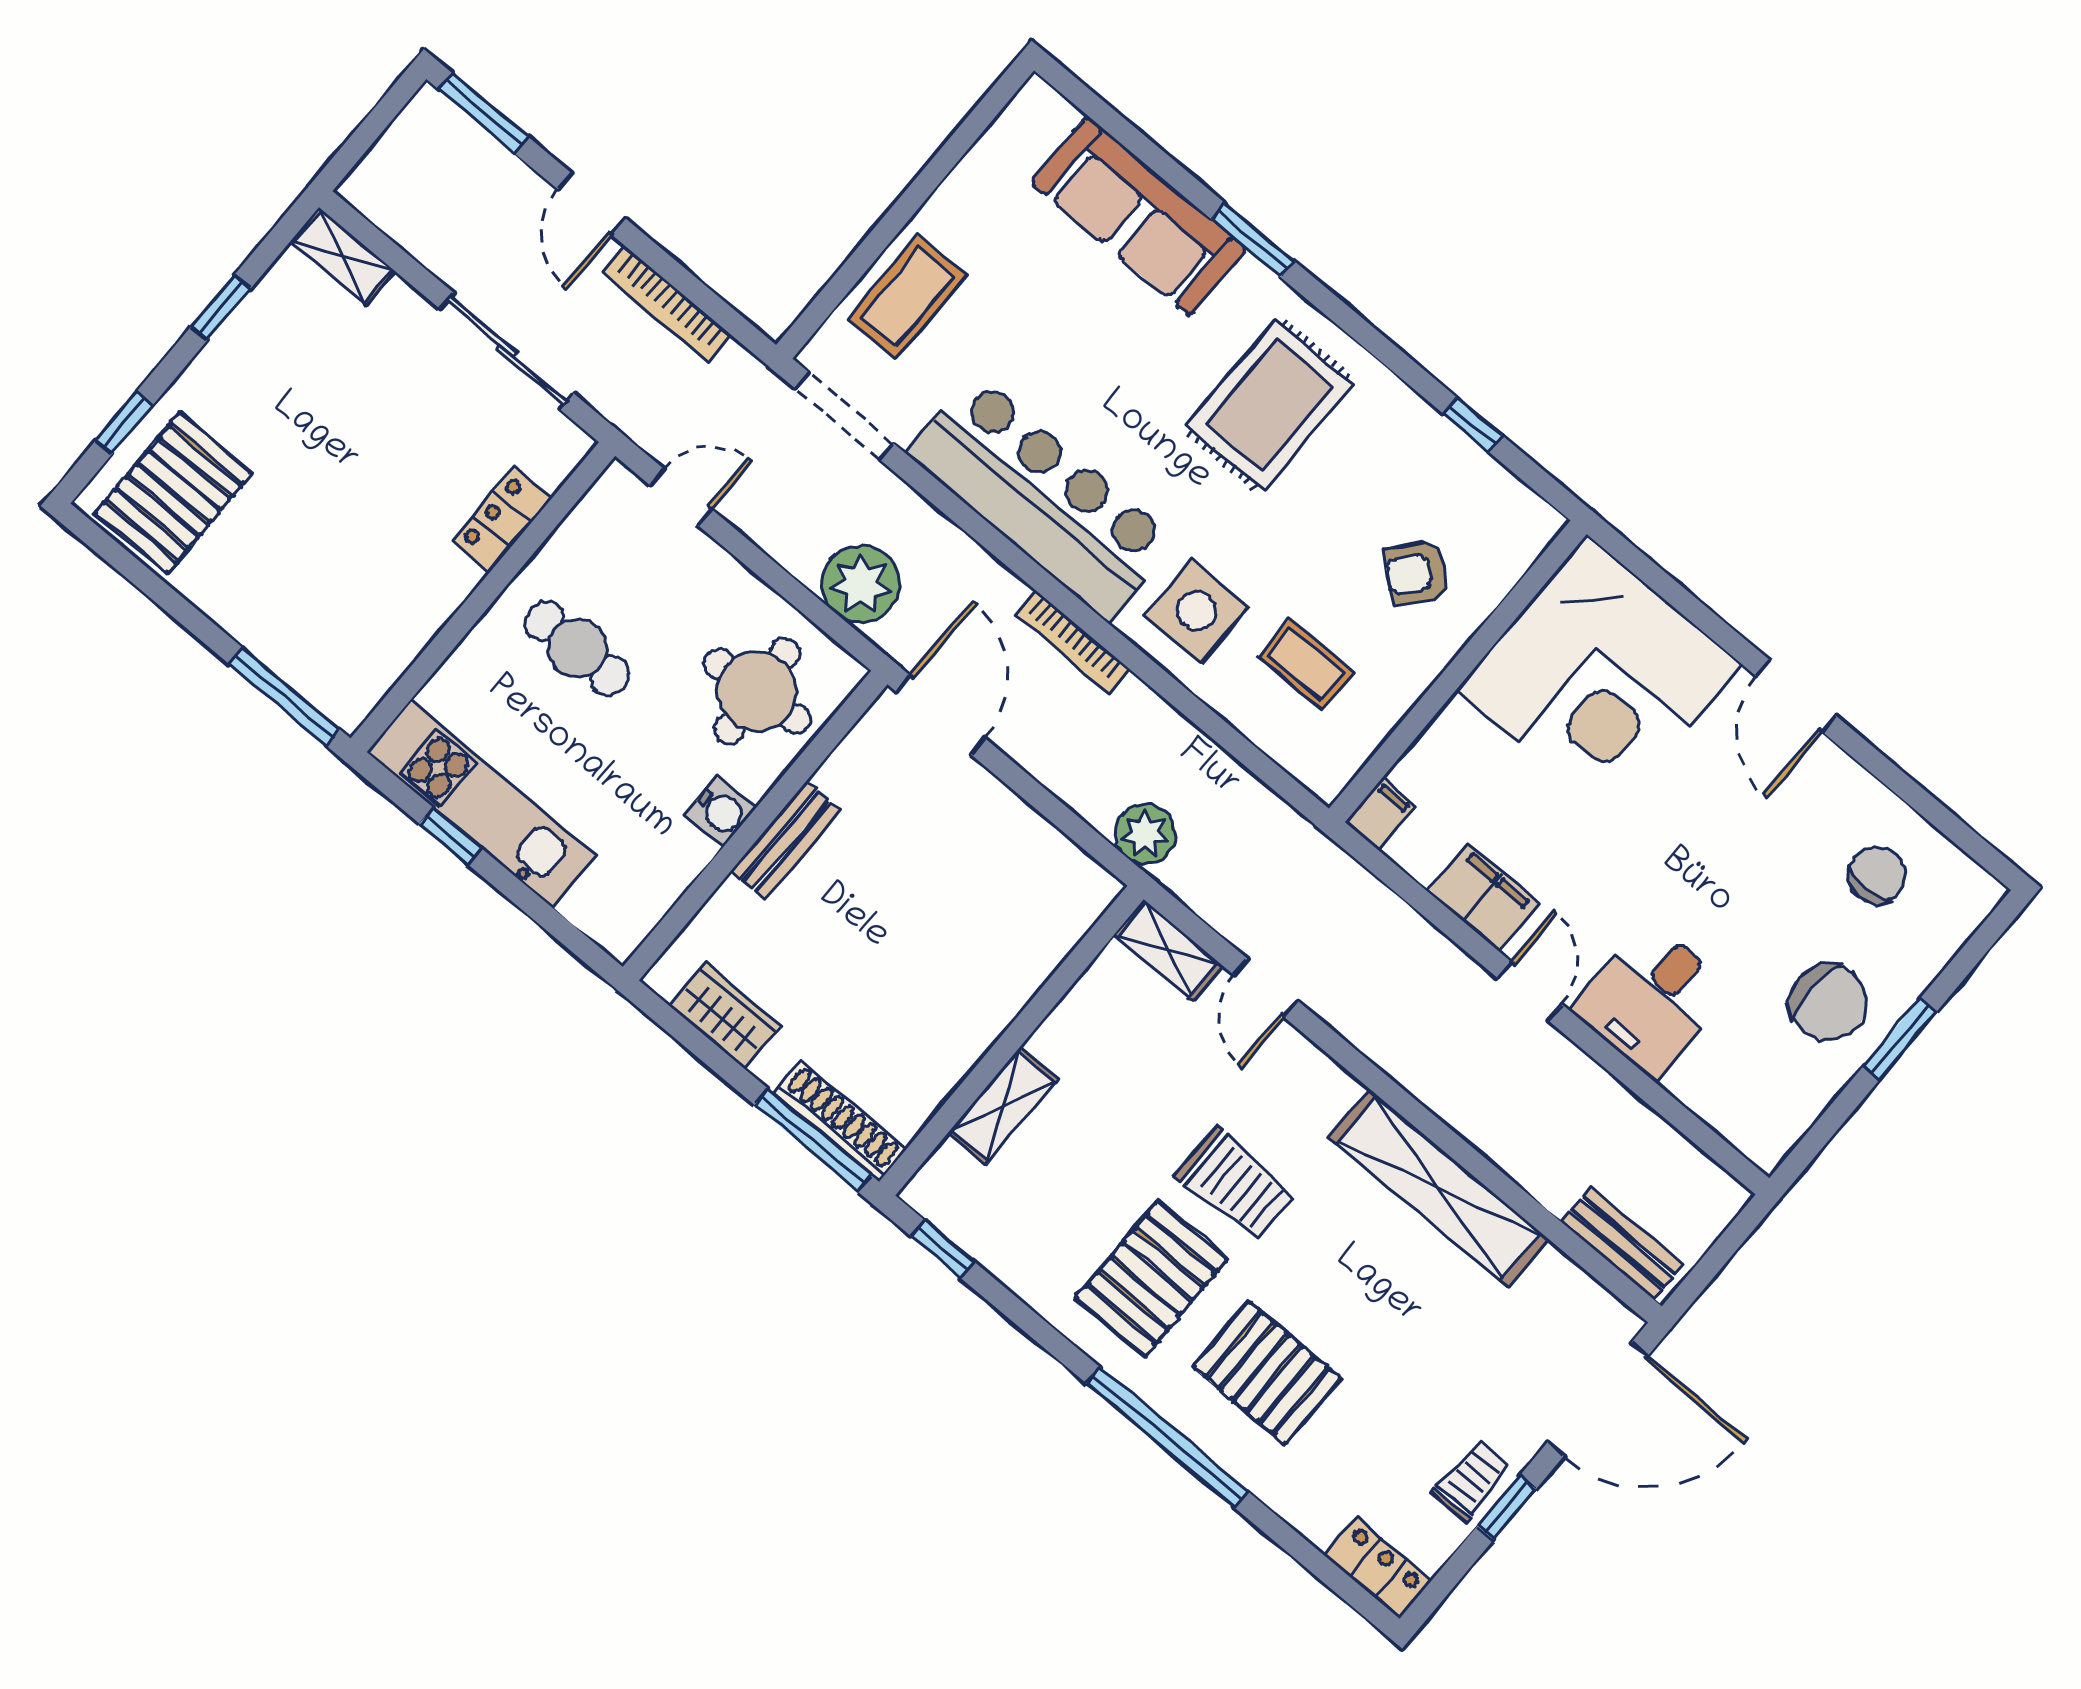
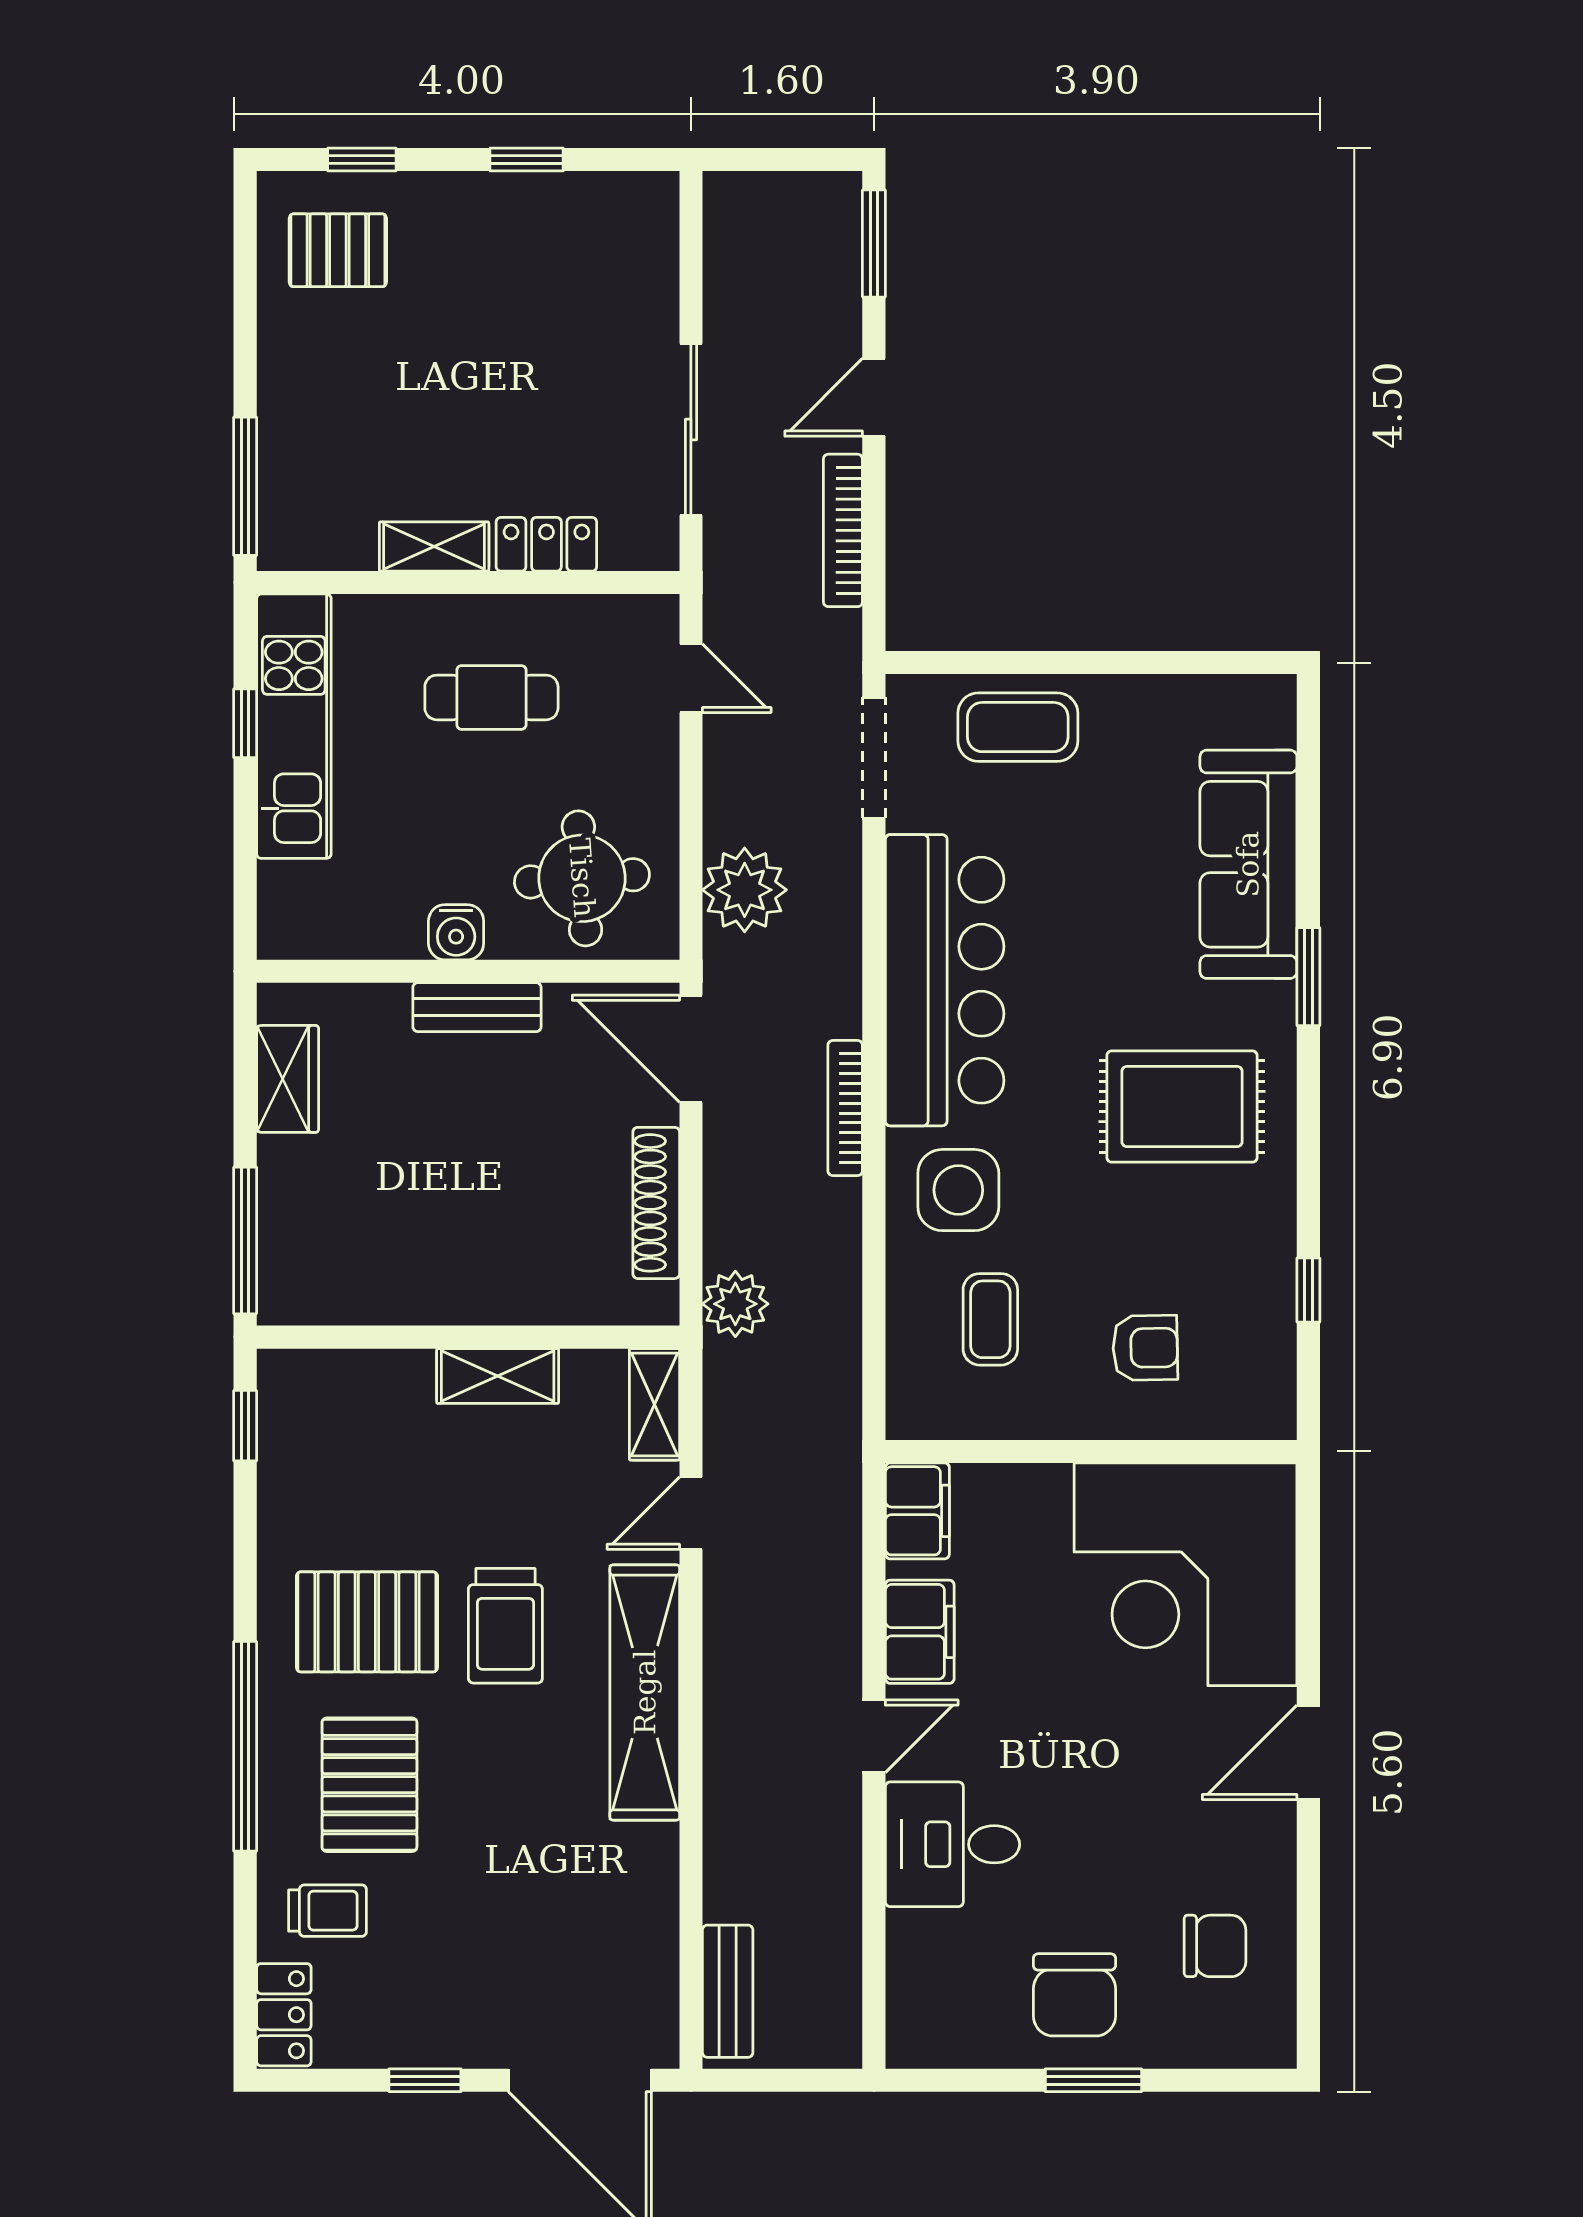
shelving: (343, 256) -> (434, 546), moved, turned 90
pallet: (174, 493) -> (338, 250), width x0.67, depth x0.71
armchair: (1417, 573) -> (1145, 1348), turned 139
cafe table: (577, 648) -> (491, 697), turned 90
door: (941, 715) -> (691, 1049), swing flipped
filing cabinet: (1380, 814) -> (917, 1511), width x2.00
shelving: (1003, 1106) -> (498, 1376), moved
shoe rack: (840, 1121) -> (656, 1203), moved, turned 180
shelving: (1439, 1188) -> (645, 1692), moved
trolley: (1471, 1481) -> (327, 1911), moved

